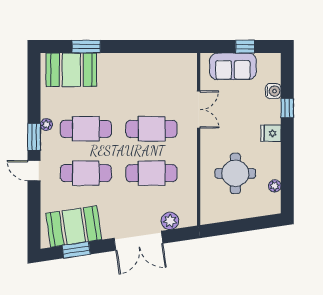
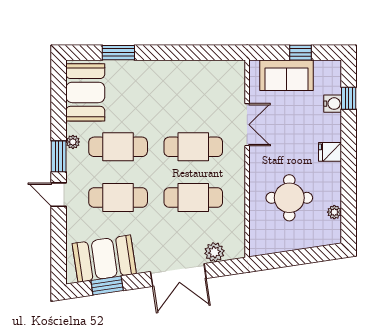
booth: (71, 70) -> (85, 92), moved, turned 90
window: (287, 108) -> (349, 98), moved

